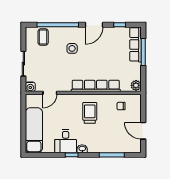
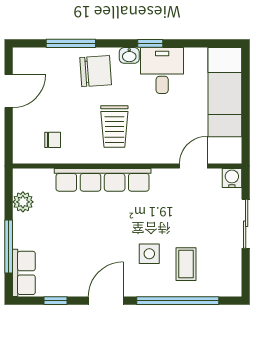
coffee table: (43, 37) -> (186, 264), moved
row of seats: (136, 44) -> (24, 273), width x0.68
plant: (136, 85) -> (23, 202), moved
door: (143, 131) -> (9, 91), hinge flipped
chair: (99, 141) -> (96, 71), added

